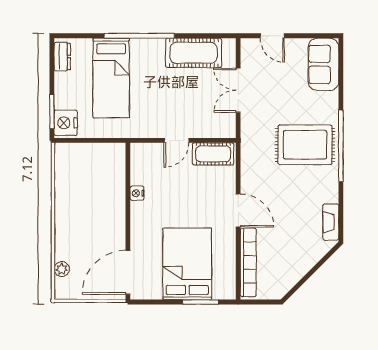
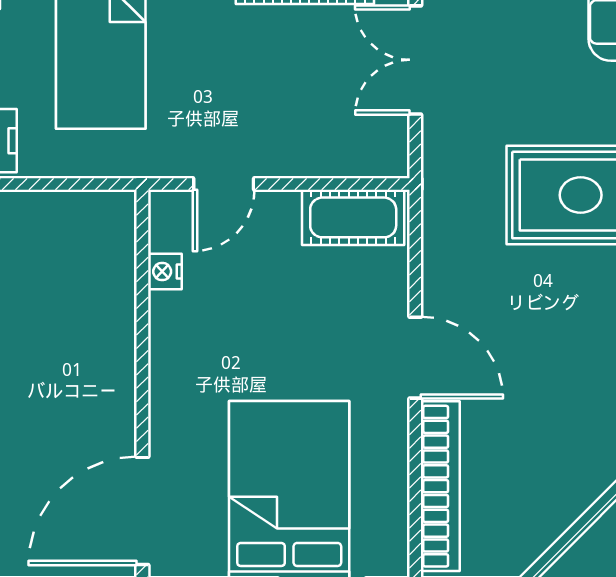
door: (177, 140) -> (224, 184), moved
nightstand: (137, 193) -> (165, 272), moved

